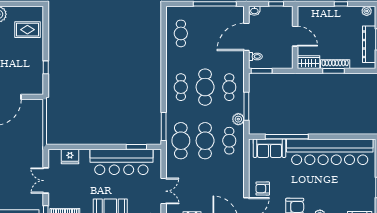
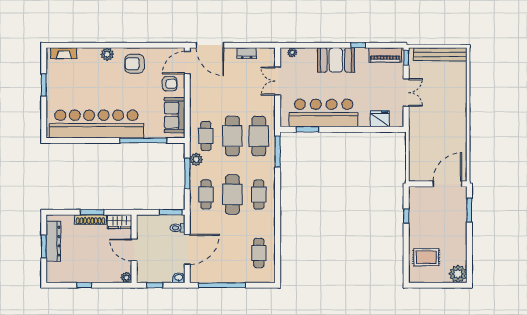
plant: (367, 11) -> (126, 277), moved
sofa: (269, 148) -> (175, 115), moved, turned -90

